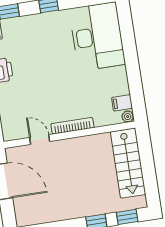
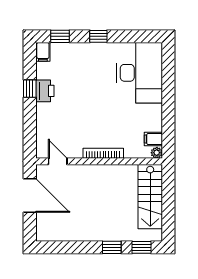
door: (40, 139) -> (58, 161), moved

